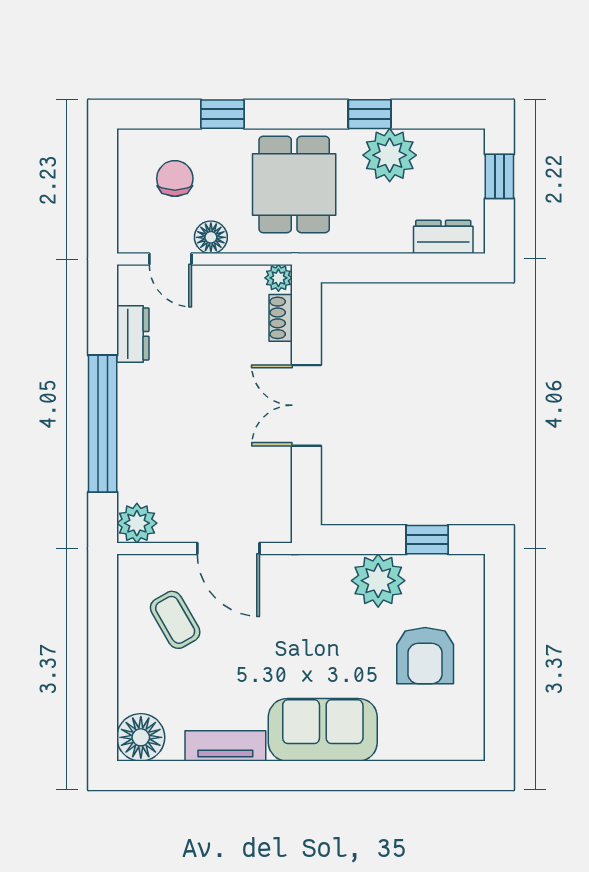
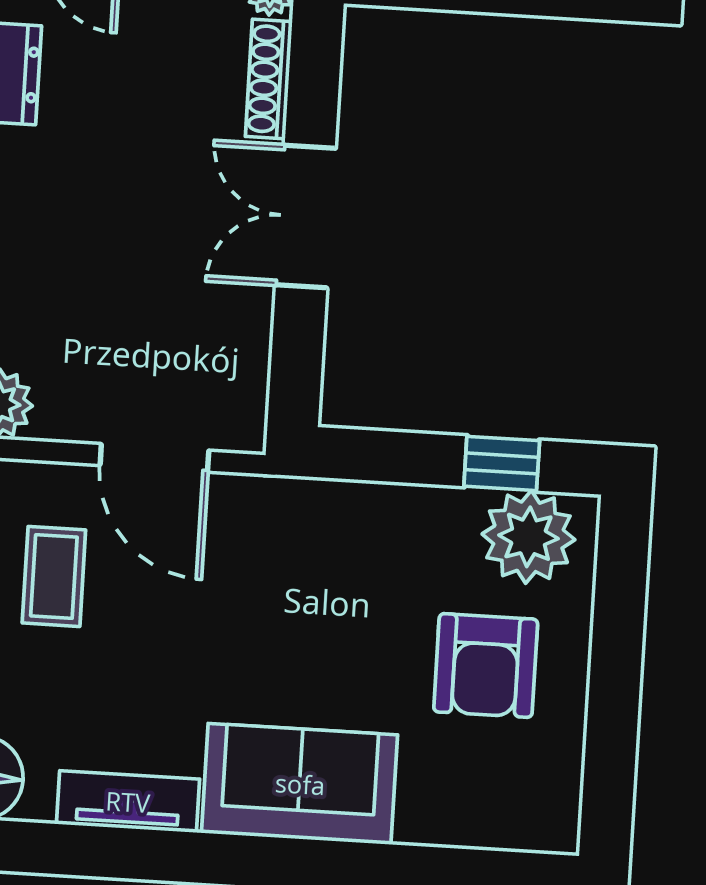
shoe rack: (281, 318) -> (269, 79), width x1.43
plant: (378, 581) -> (528, 537), moved
coffee table: (175, 620) -> (54, 576), turned 30

